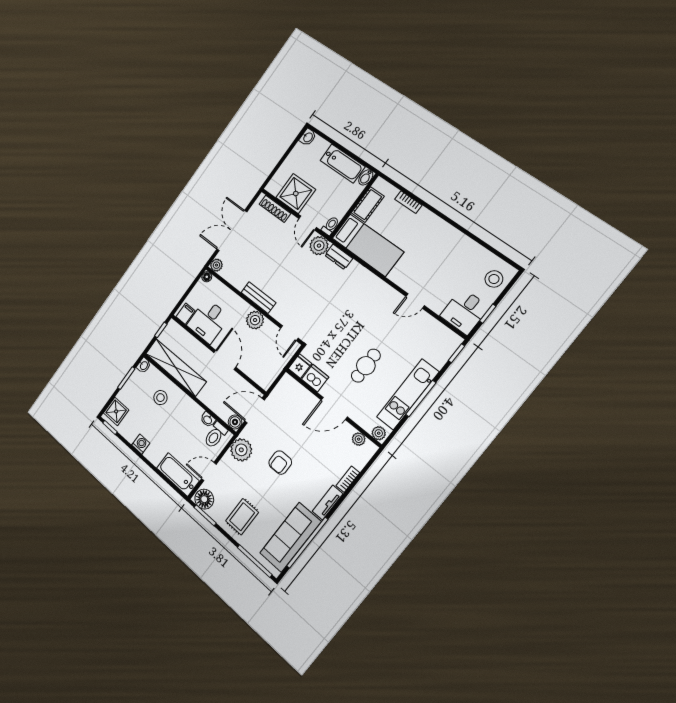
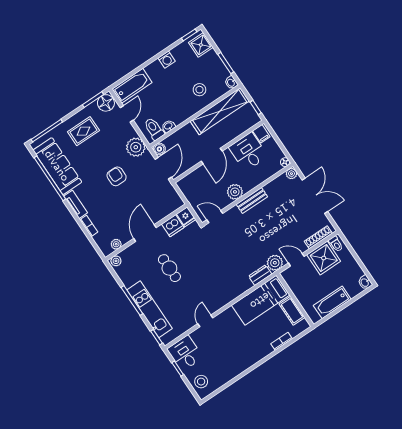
bidet: (366, 177) -> (314, 316), removed
toilet: (330, 226) -> (336, 244), moved
door: (225, 360) -> (212, 156), hinge flipped
kitchen unit: (408, 395) -> (149, 309), moved
rug: (242, 517) -> (83, 131), turned 90

